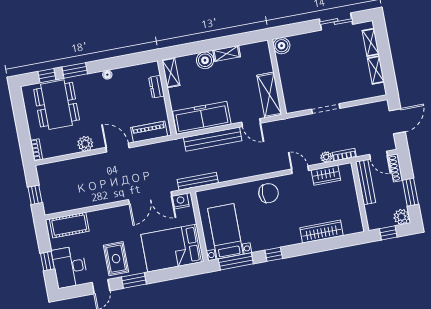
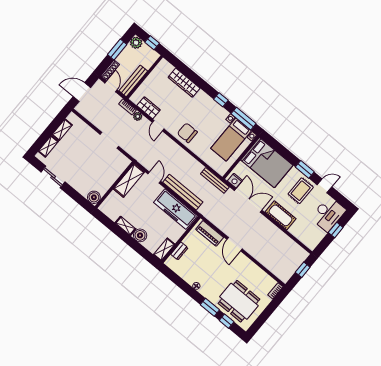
dining table: (57, 105) -> (239, 301), turned 90
plant: (85, 144) -> (248, 265), removed
cot: (69, 225) -> (281, 215), moved

